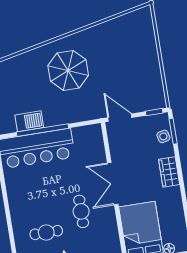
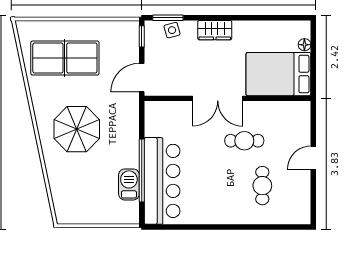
table tennis table: (126, 51) -> (65, 58), added

